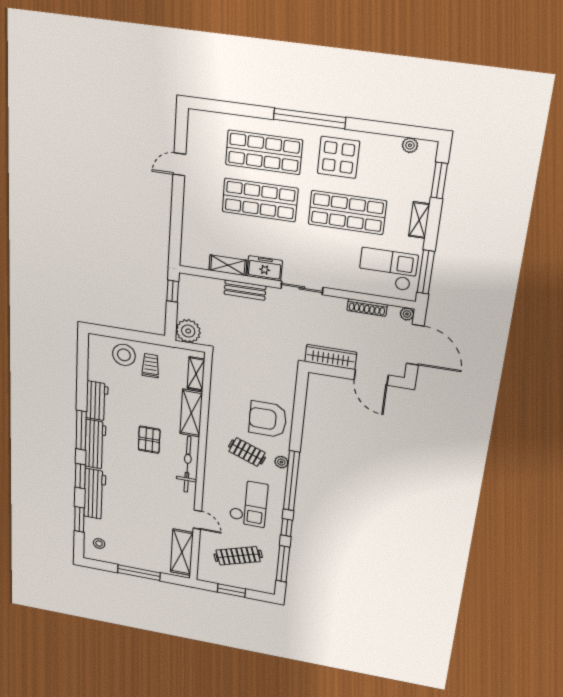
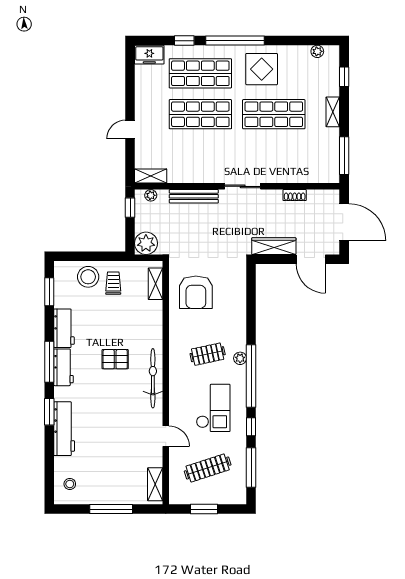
window: (248, 110) -> (184, 41), added
door: (179, 164) -> (130, 130), moved
window: (439, 180) -> (344, 77), width x0.67
shelving: (228, 265) -> (151, 176), moved
freezer: (265, 268) -> (149, 55), moved, turned 180
checkout: (388, 269) -> (313, 158), removed
bench: (245, 290) -> (194, 196), width x1.36
shoe rack: (367, 308) -> (295, 195), width x0.70
plant: (407, 314) -> (151, 195), moved
shelving: (191, 413) -> (153, 324), removed
armchair: (268, 419) -> (196, 292), moved, turned -90
pallet: (149, 440) -> (115, 359), turned 90
workbench: (95, 444) -> (64, 367), width x0.73
clothes rail: (247, 452) -> (208, 354), turned -33
window: (79, 519) -> (49, 292), moved
shelving: (182, 552) -> (155, 484), width x0.67, depth x0.75

